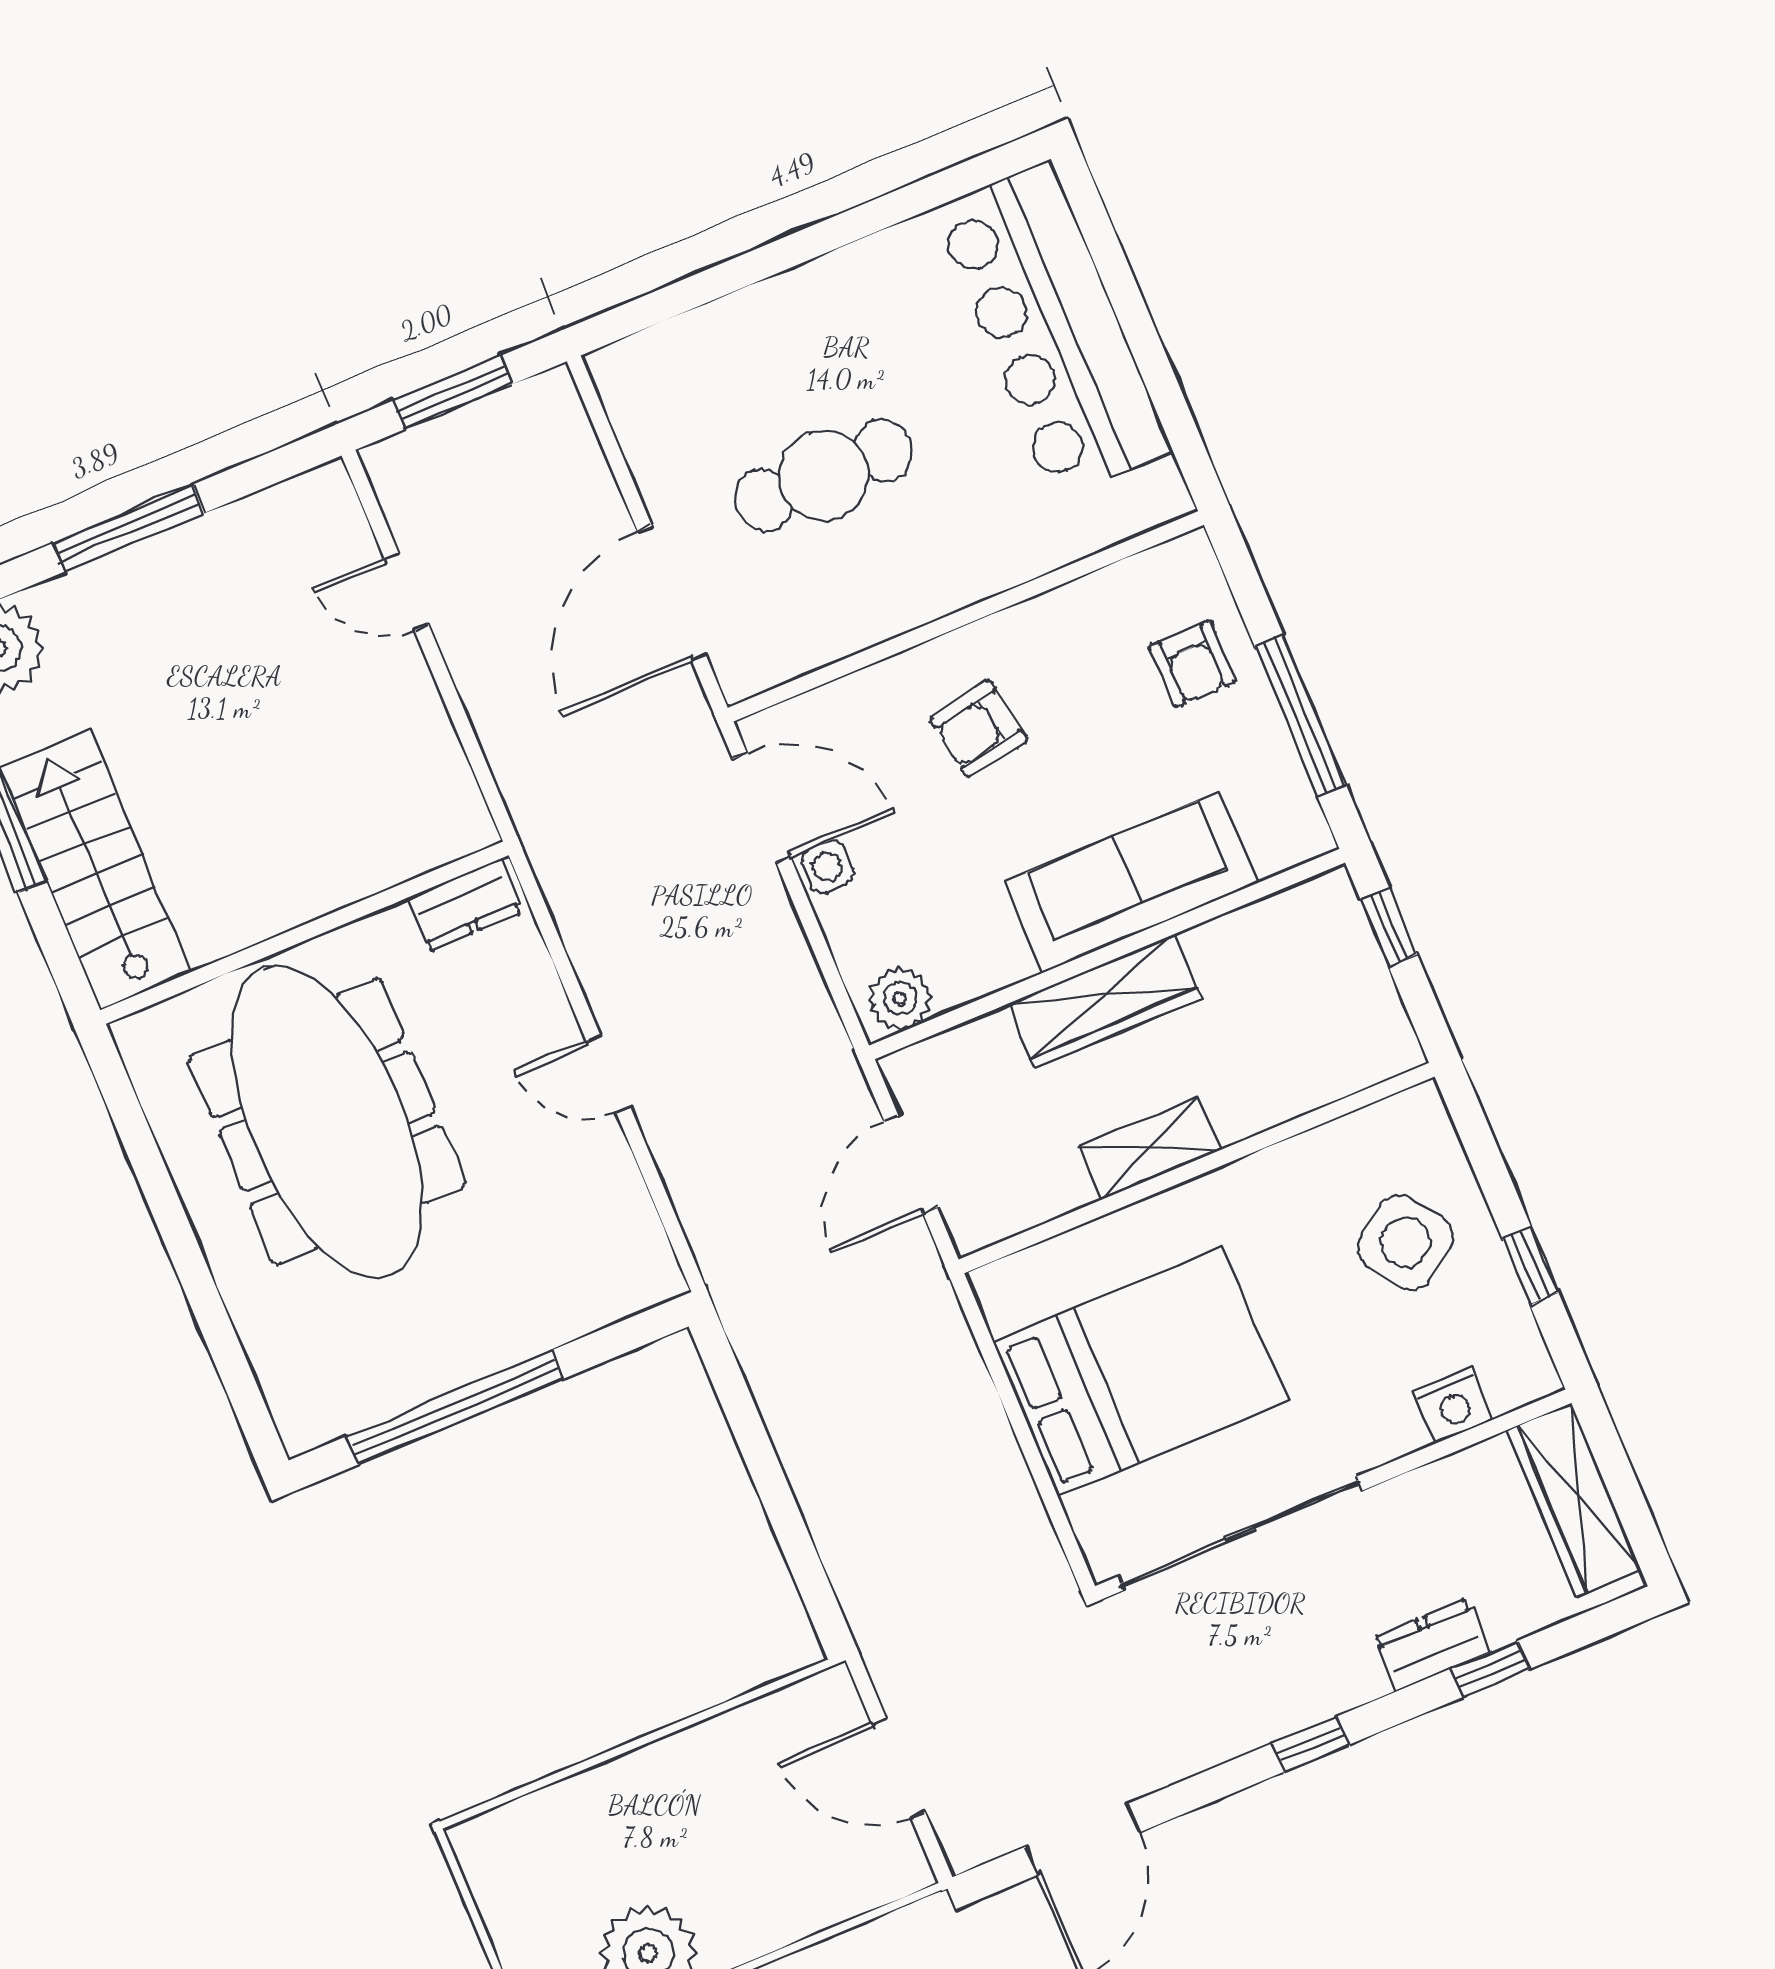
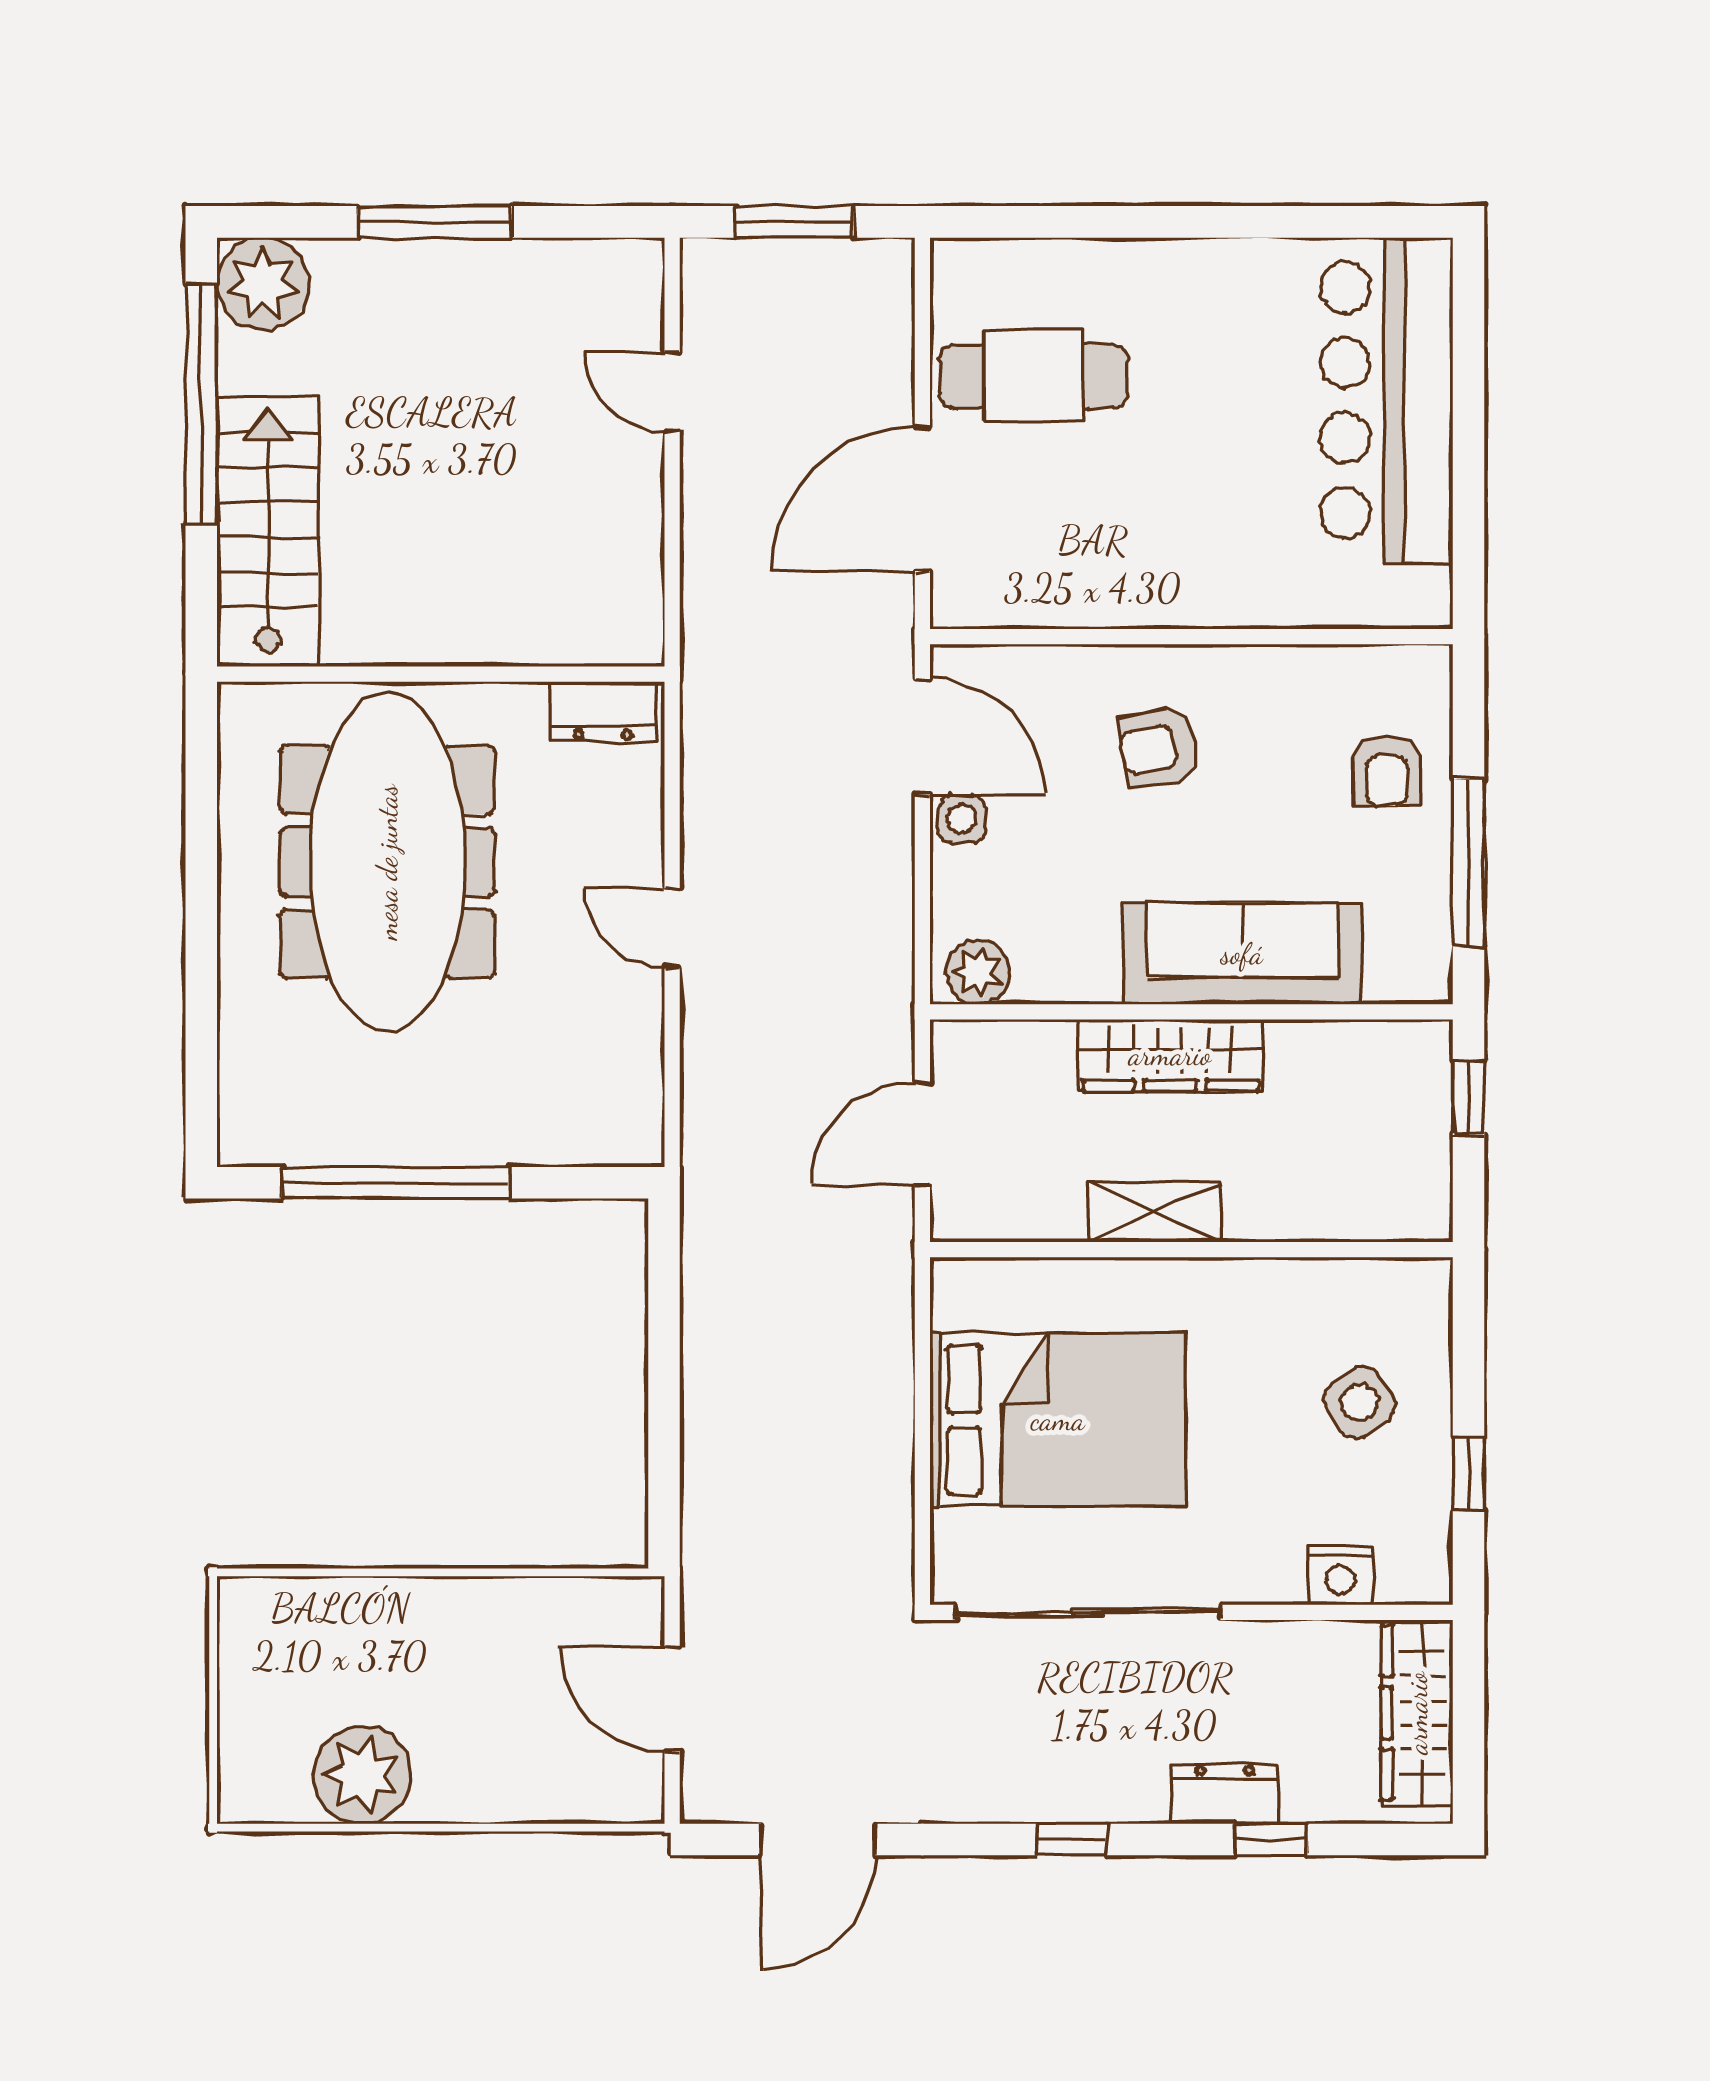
cafe table: (824, 476) -> (1034, 376), moved
side table: (1405, 1242) -> (1360, 1403), width x0.73, depth x0.73

